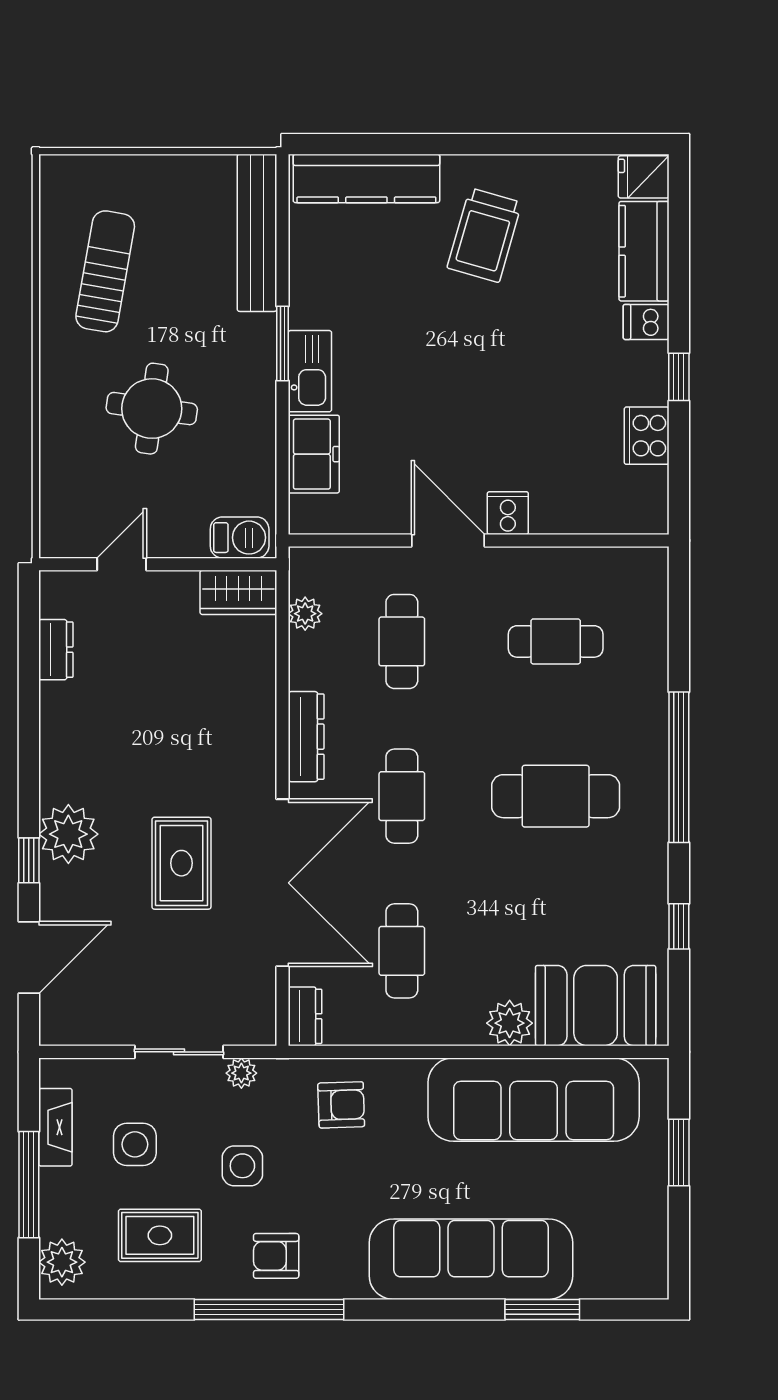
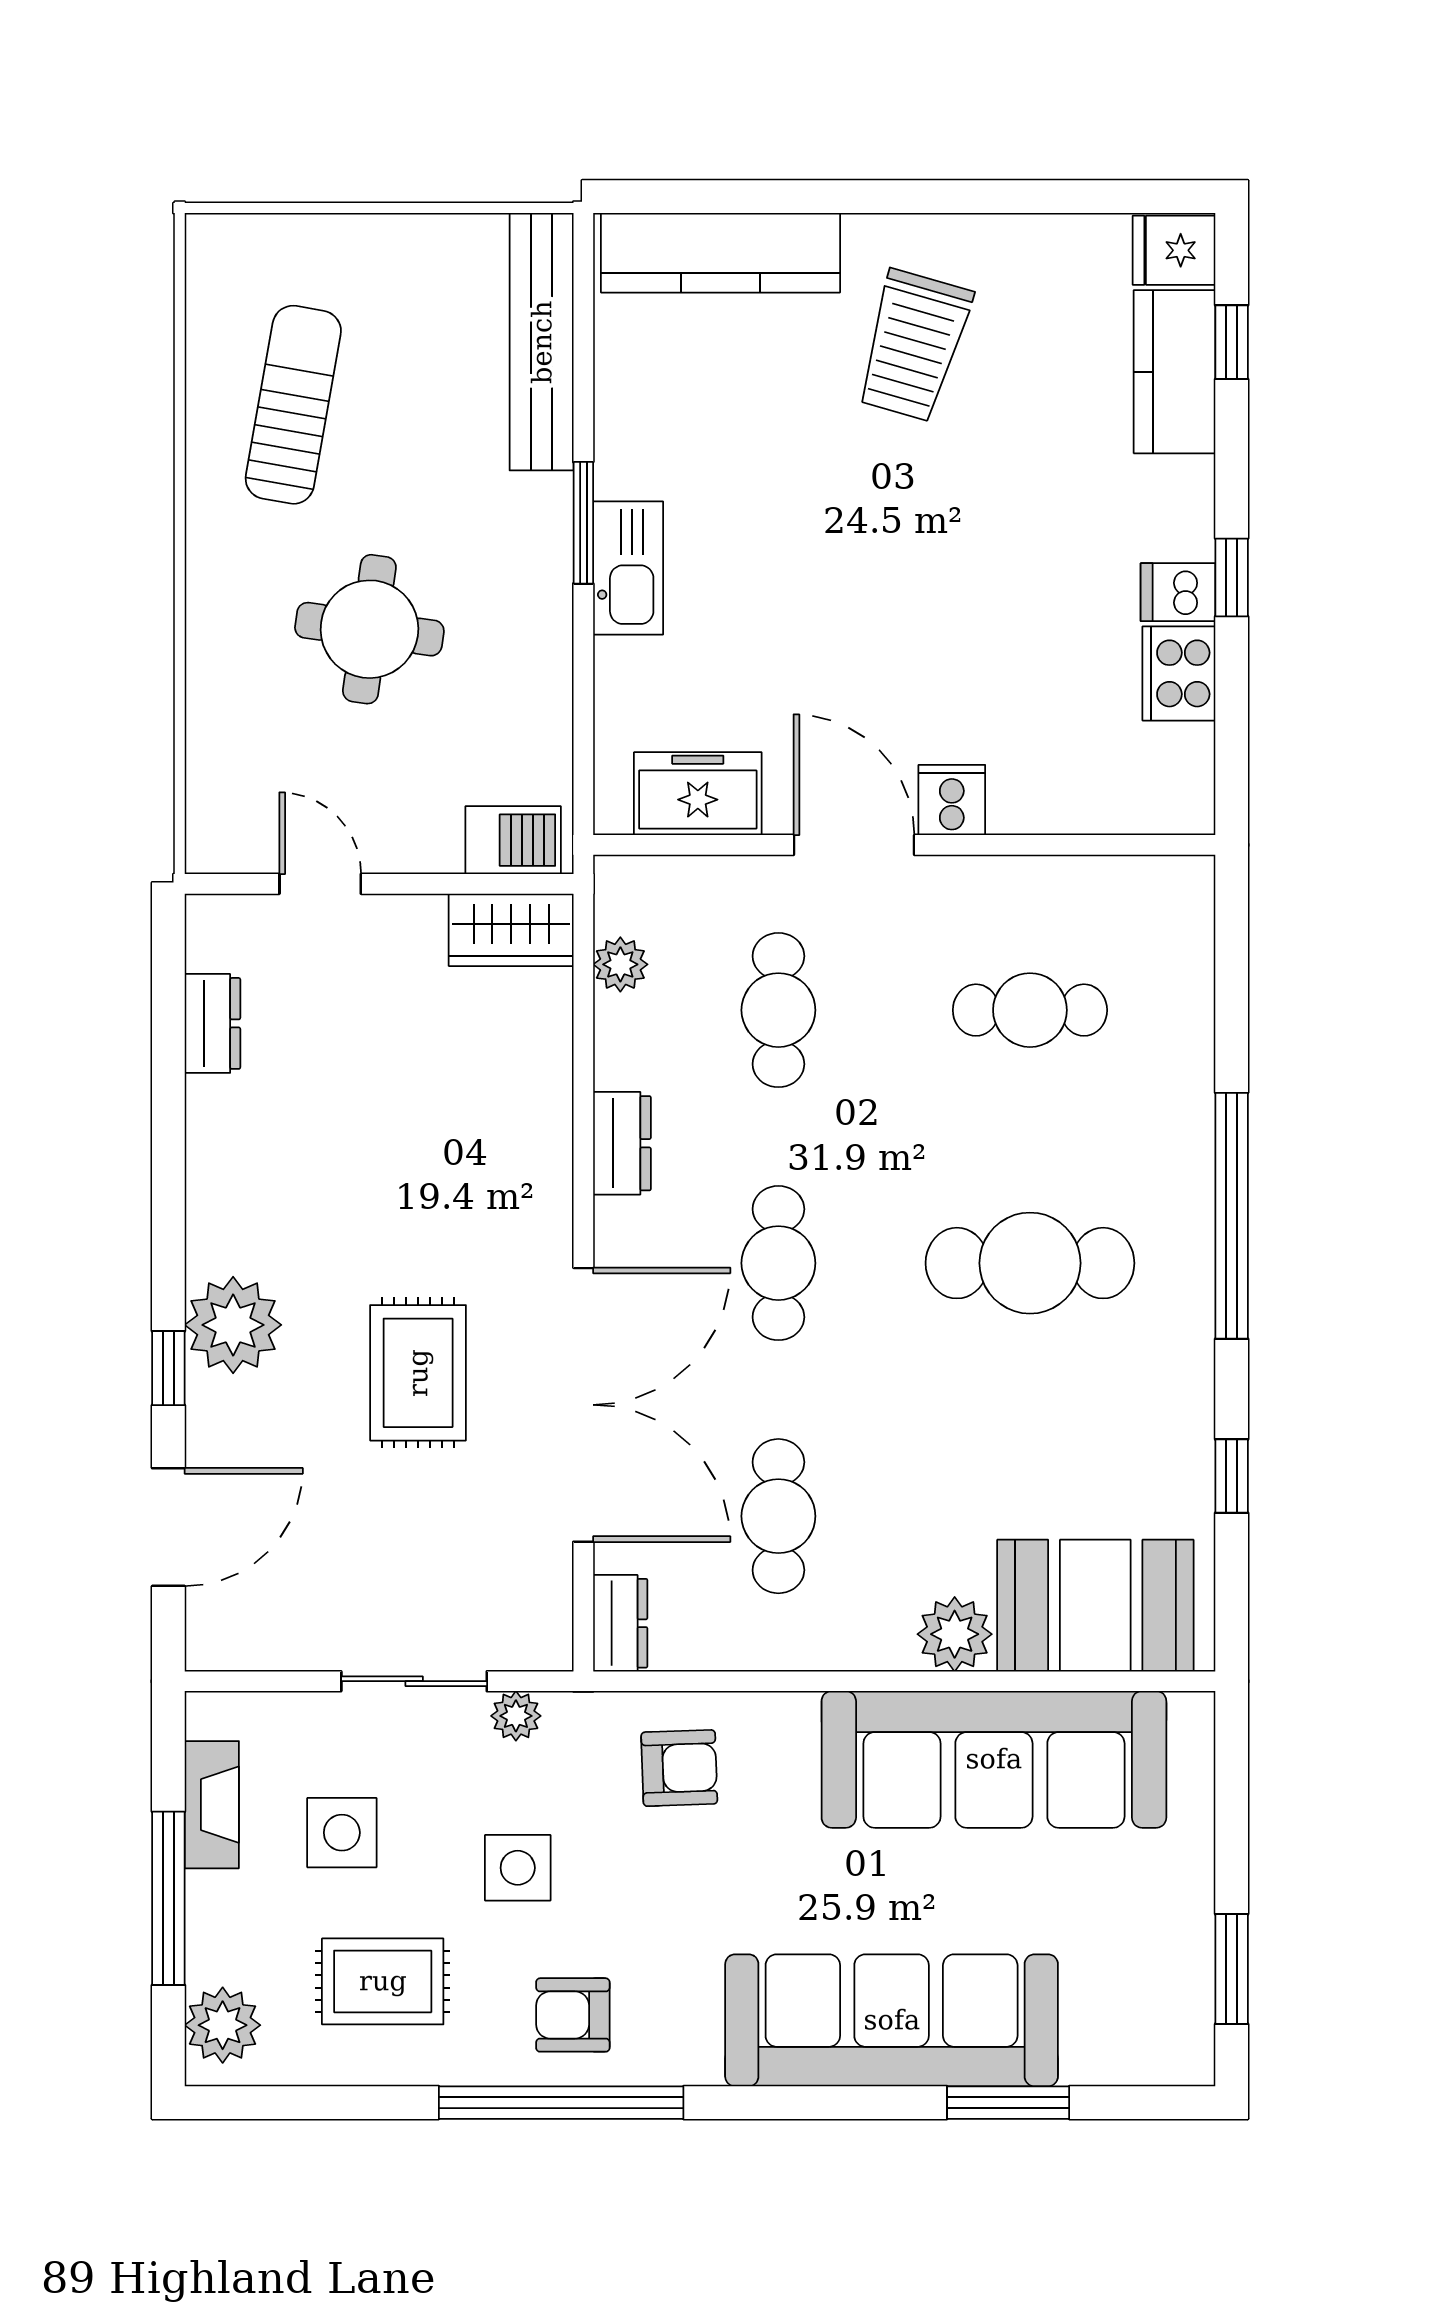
window: (679, 233) -> (1232, 342), added
dishwasher: (646, 322) -> (1178, 592), moved
freezer: (314, 454) -> (698, 794), moved, turned -90
door: (122, 564) -> (320, 884), hinge flipped
dresser: (306, 737) -> (622, 1143), width x0.70
window: (679, 1153) -> (1232, 1969), moved

